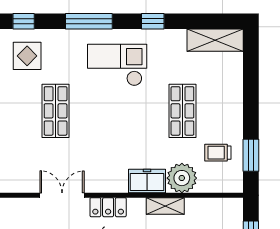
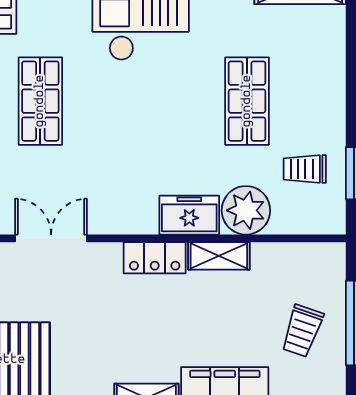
locker: (108, 207) -> (155, 258), moved

